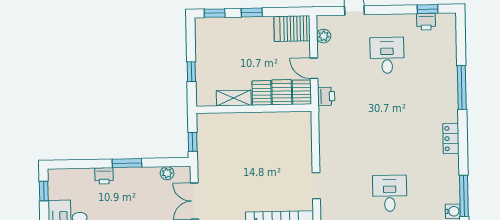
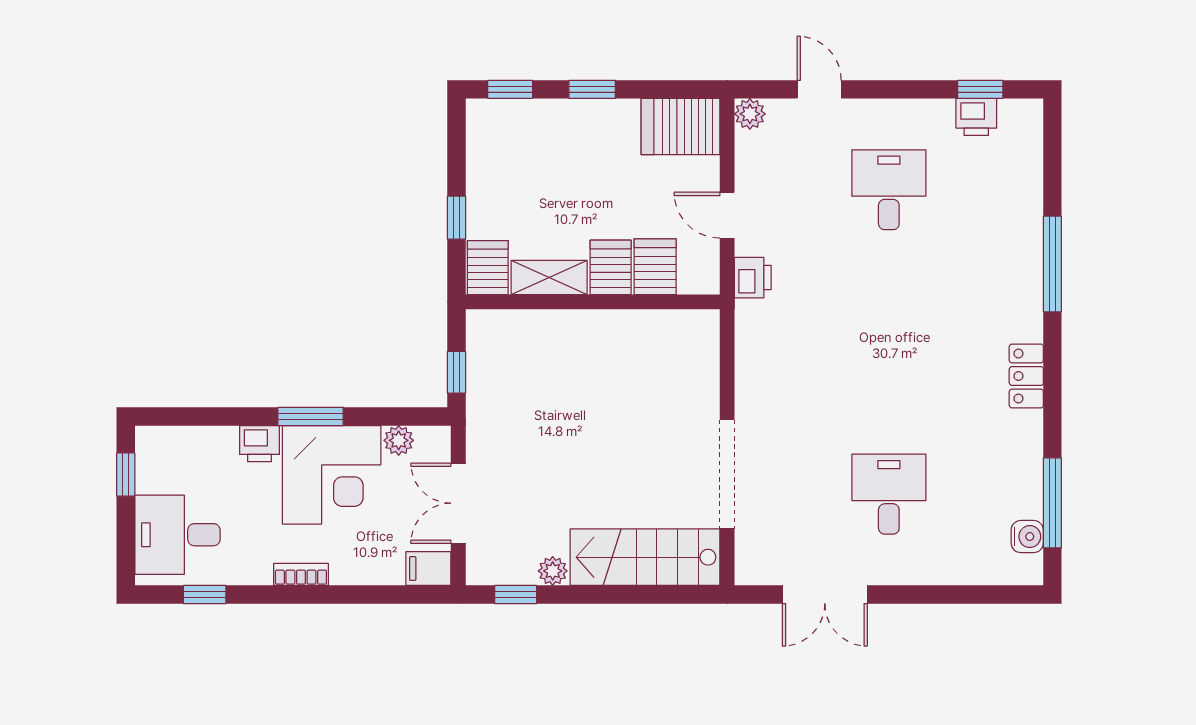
plant: (324, 36) -> (750, 114), moved
server rack: (302, 92) -> (488, 268), moved
doorway: (316, 186) -> (727, 474), width x1.88
corner desk: (137, 189) -> (332, 475), added

